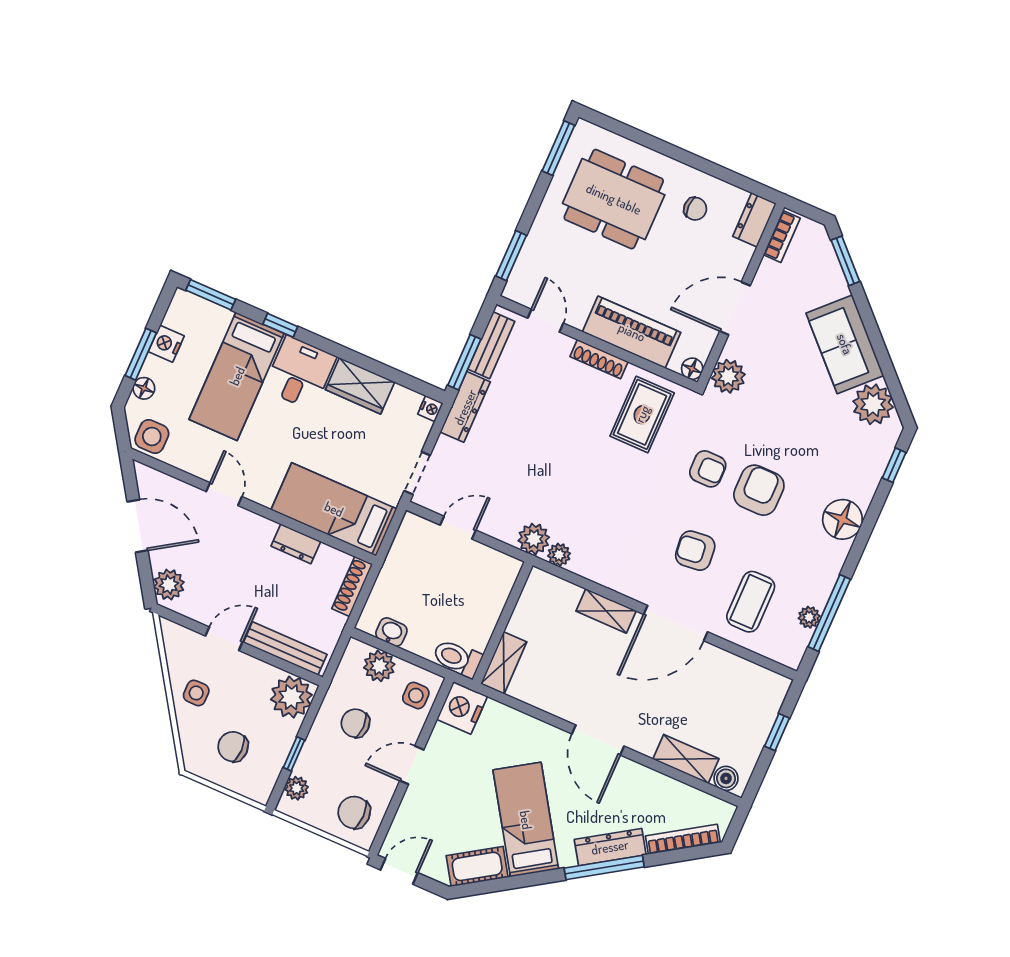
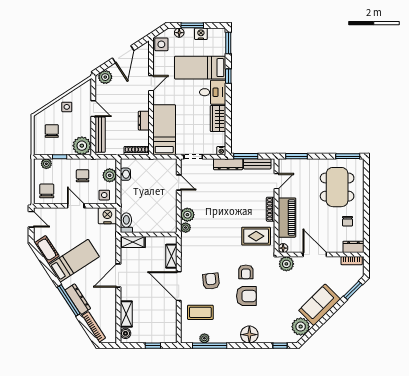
wall: (503, 623) -> (149, 235), moved
toilet: (457, 658) -> (126, 223), moved
shelving: (504, 663) -> (133, 242), moved

